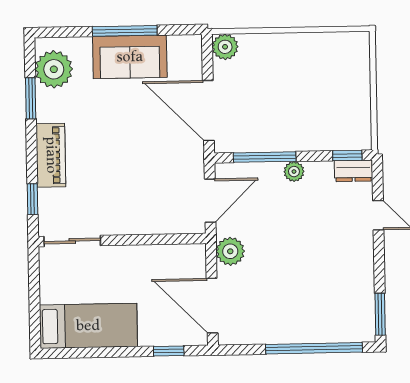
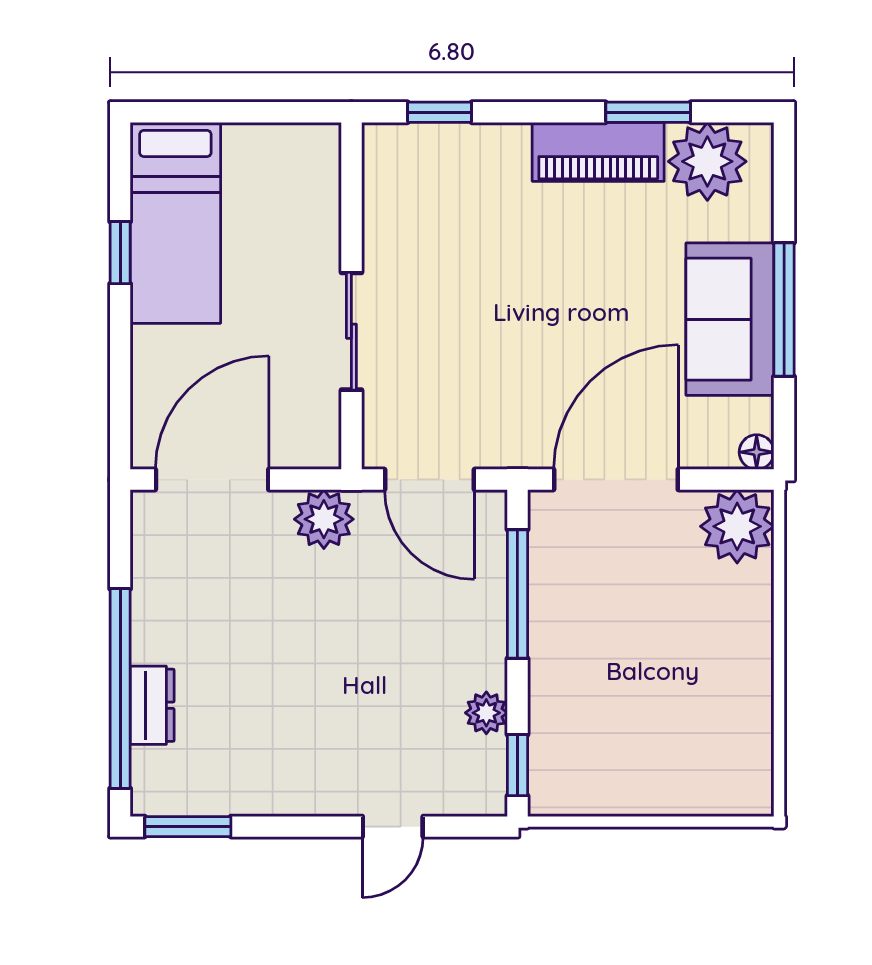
floor lamp: (194, 43) -> (757, 452), added
plant: (225, 47) -> (737, 526), width x1.36, depth x1.36
piano: (51, 155) -> (598, 152), moved
dresser: (353, 171) -> (152, 705), moved, turned 180
plant: (294, 172) -> (486, 713), moved
sliding door: (72, 241) -> (351, 331), moved
window: (169, 351) -> (120, 253), moved

